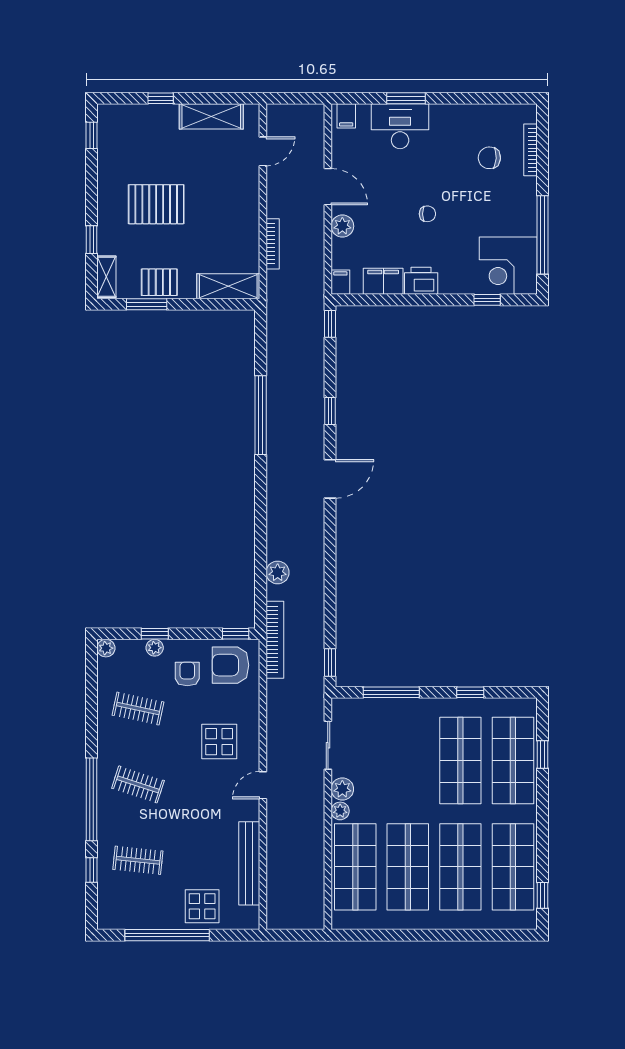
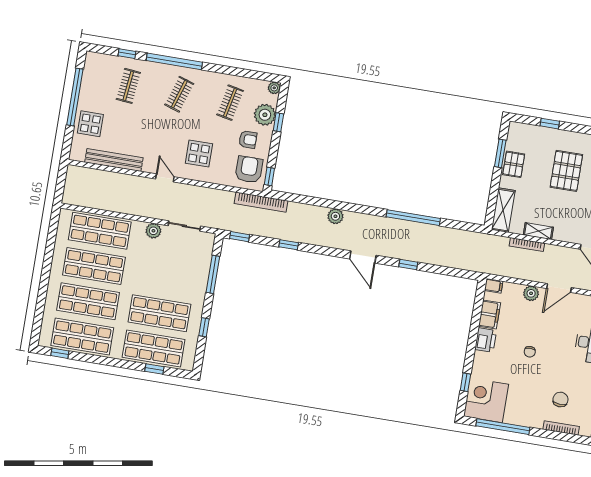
shelving: (106, 277) -> (538, 231), moved
window: (330, 324) -> (289, 245), moved
plant: (278, 572) -> (335, 216), moved
plant: (155, 648) -> (265, 115), width x1.88, depth x1.88
plant: (340, 811) -> (139, 227), removed

